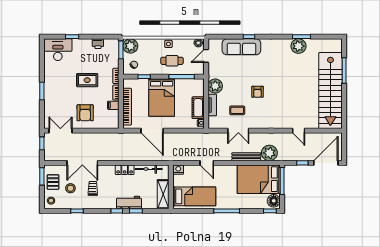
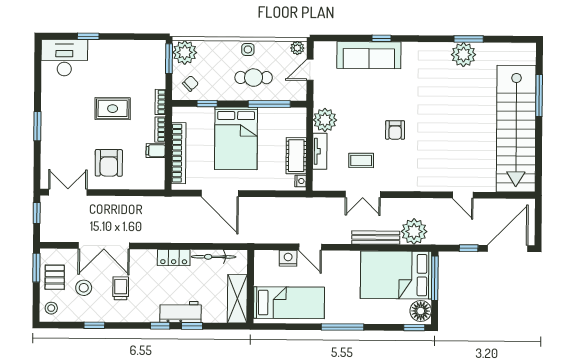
printer: (98, 44) -> (131, 48), removed
nightstand: (178, 170) -> (288, 258), moved

